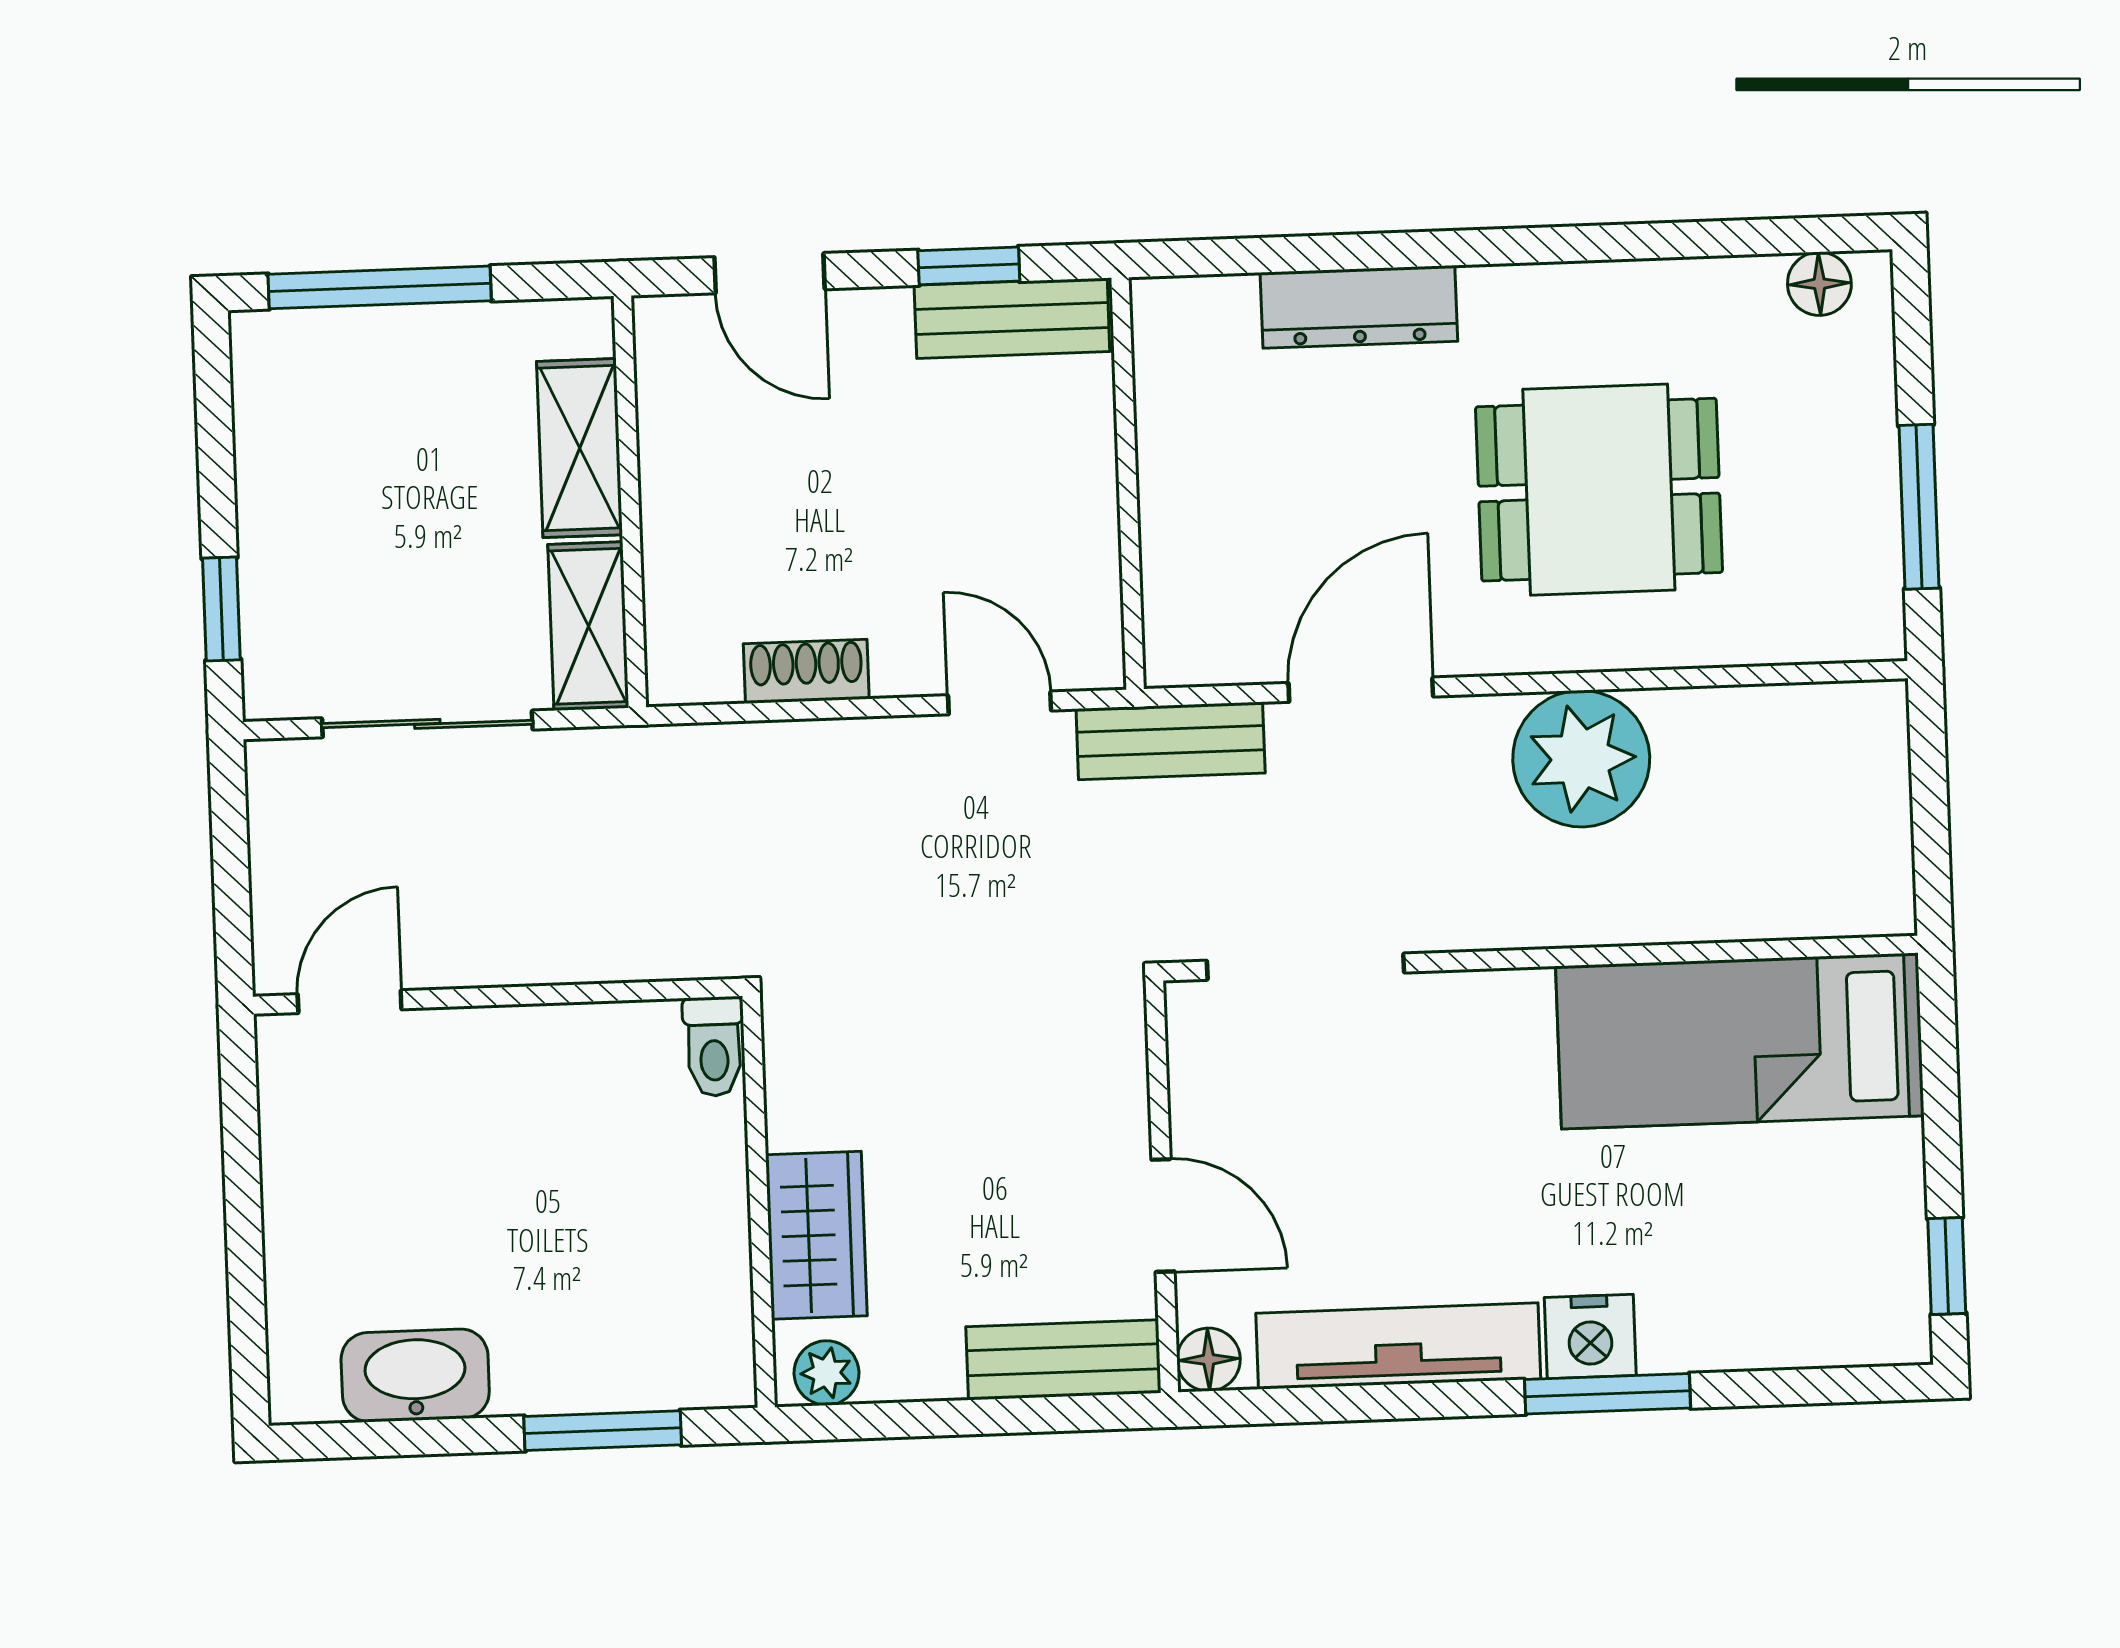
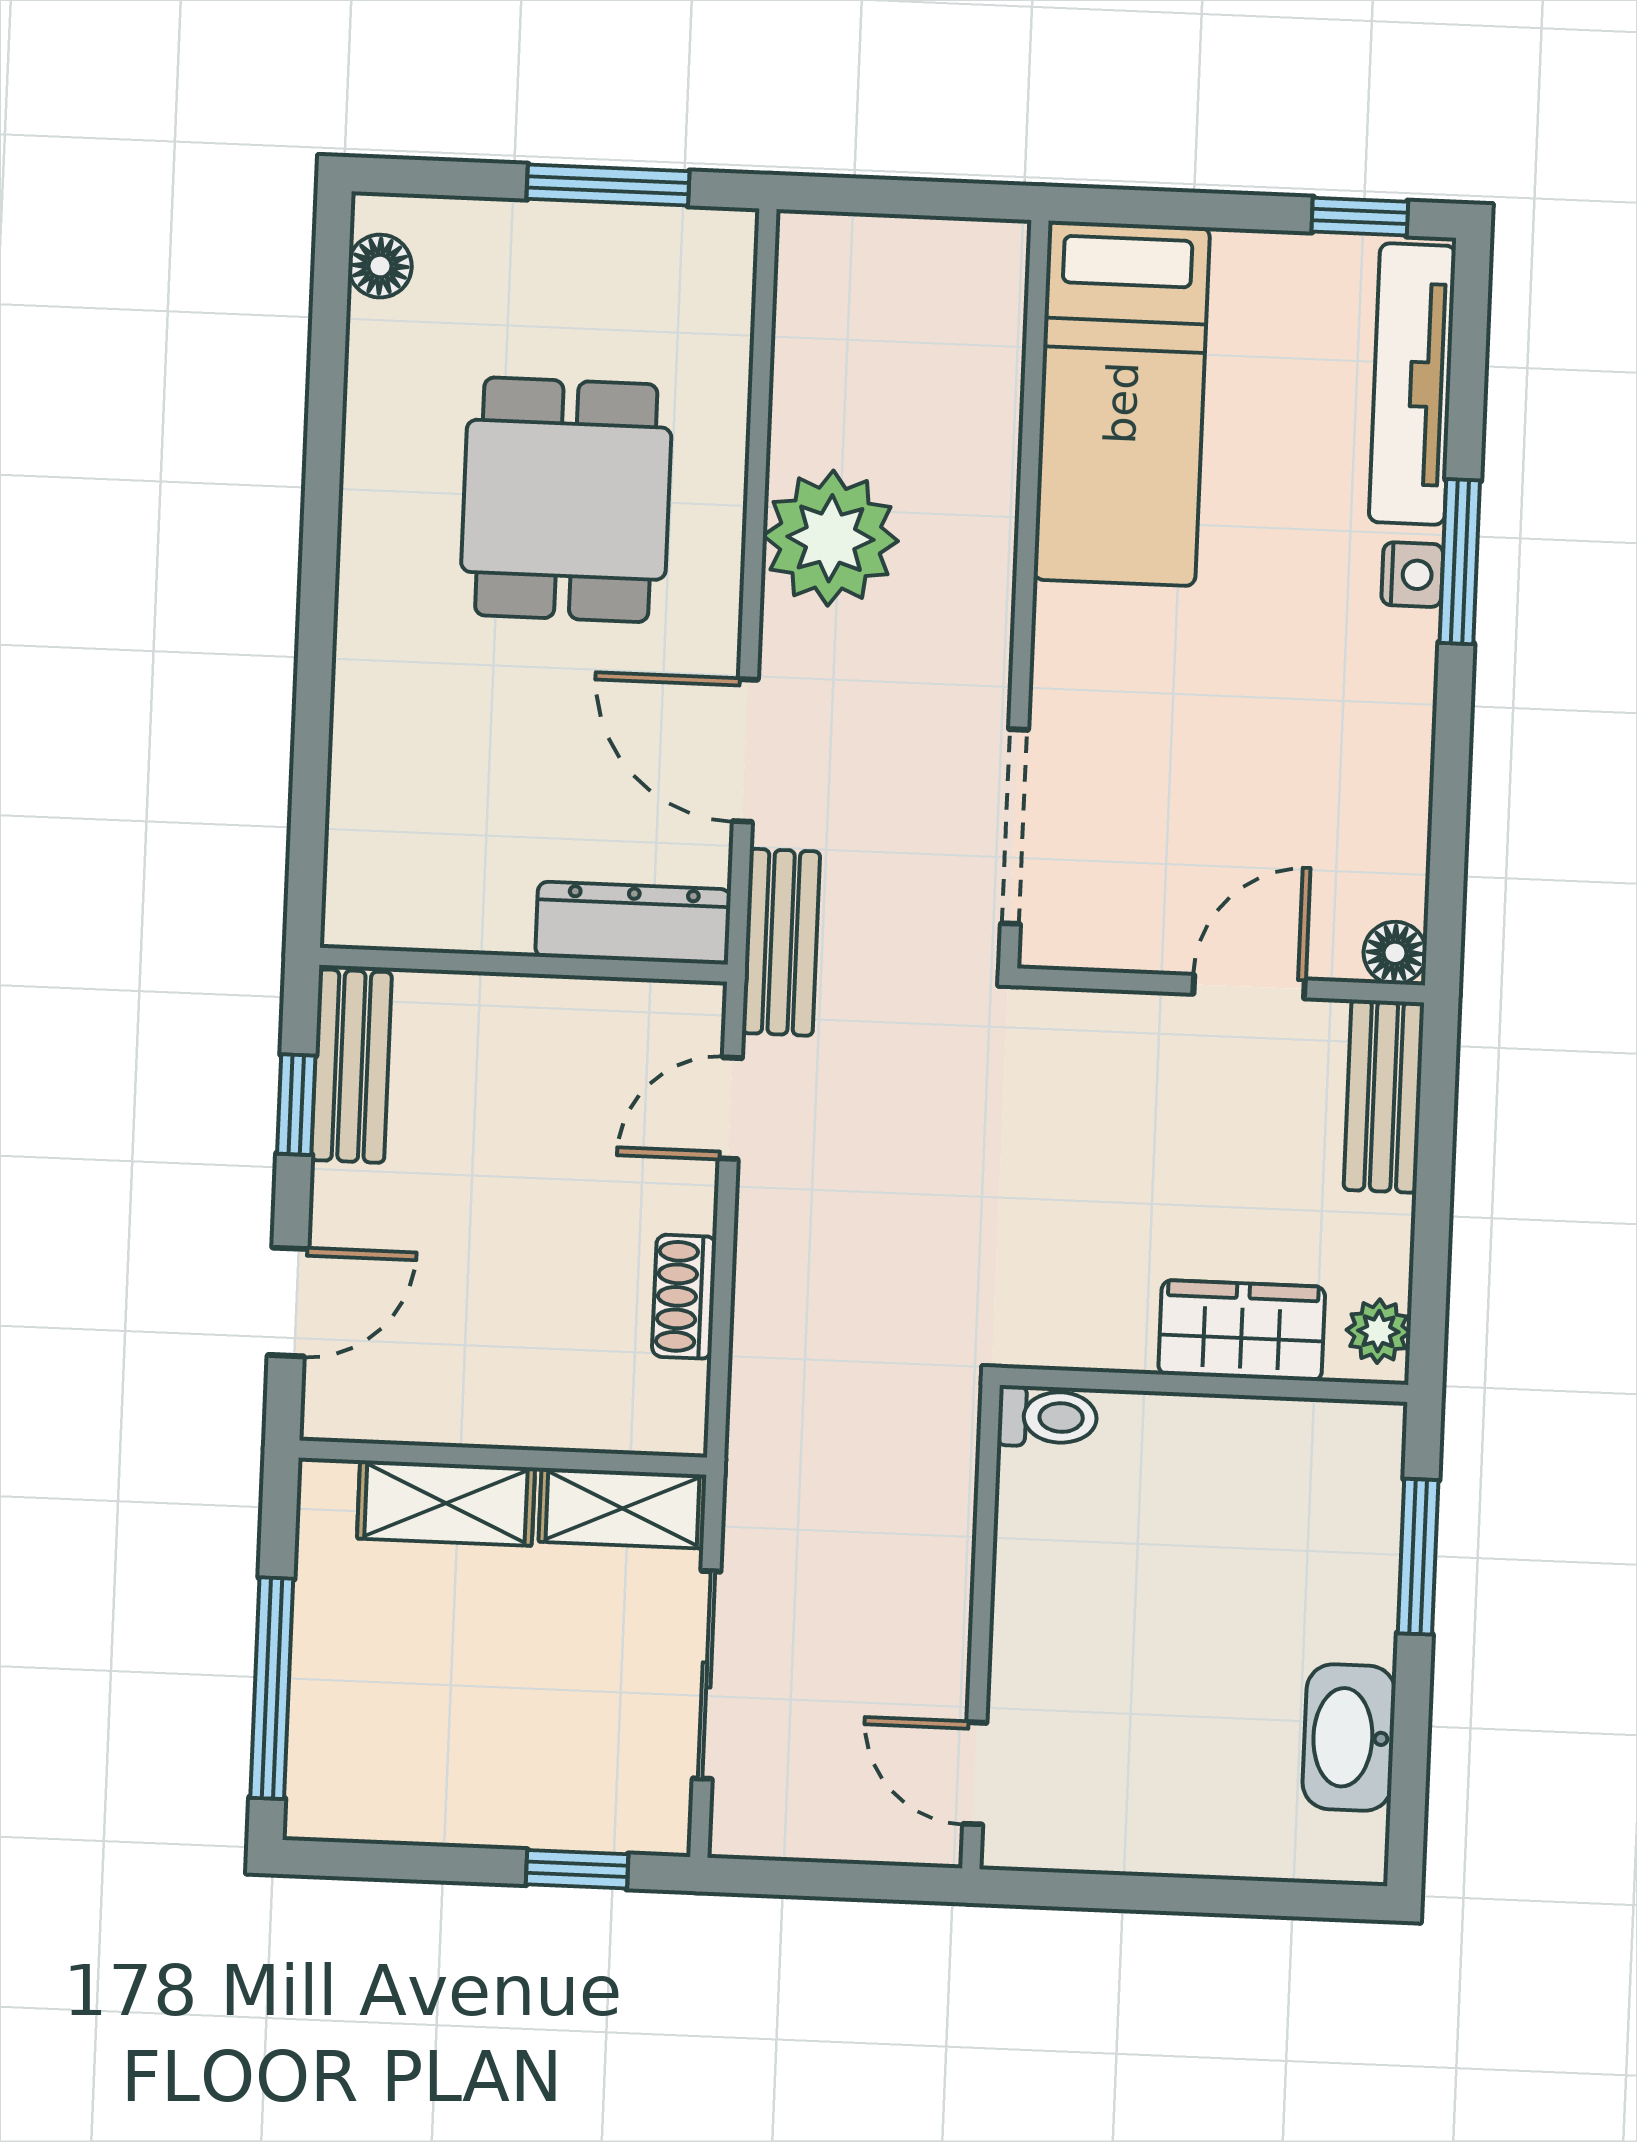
dresser: (1359, 307) -> (633, 923), moved, turned -90
nightstand: (1590, 1336) -> (1412, 575), width x0.72, depth x0.74
tv unit: (1398, 1346) -> (1412, 384), moved

